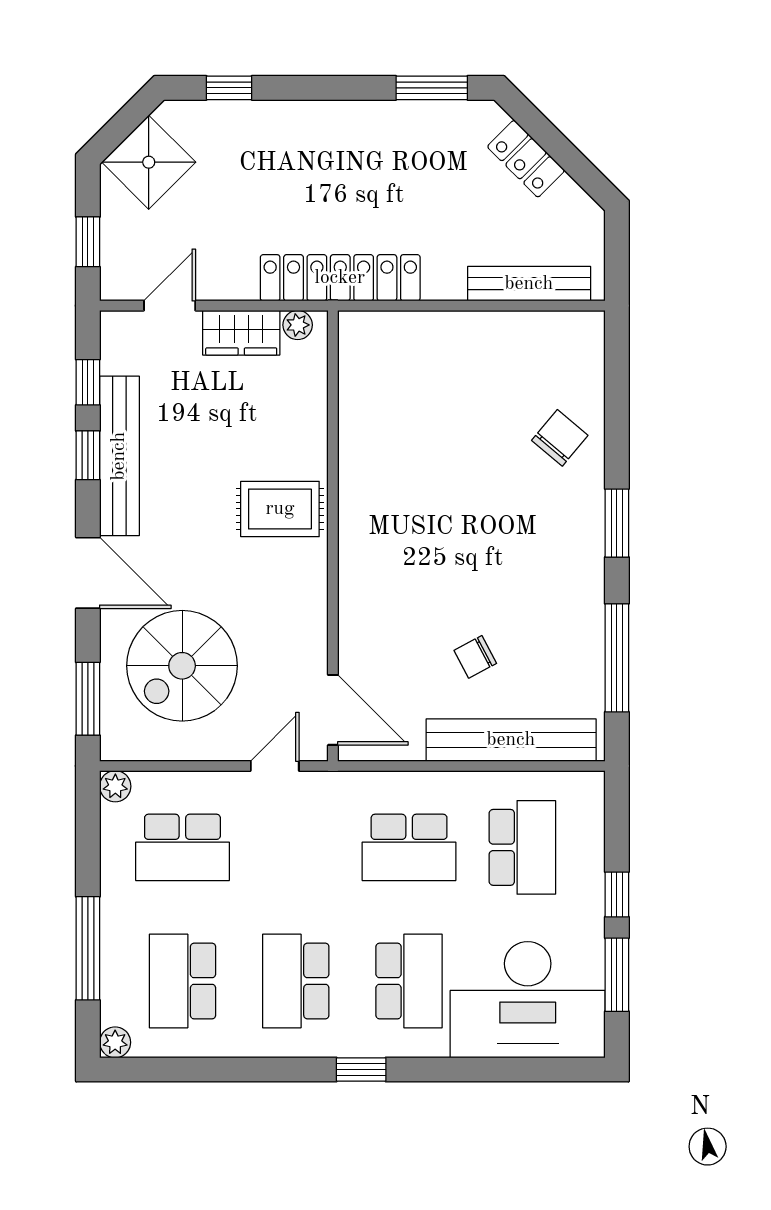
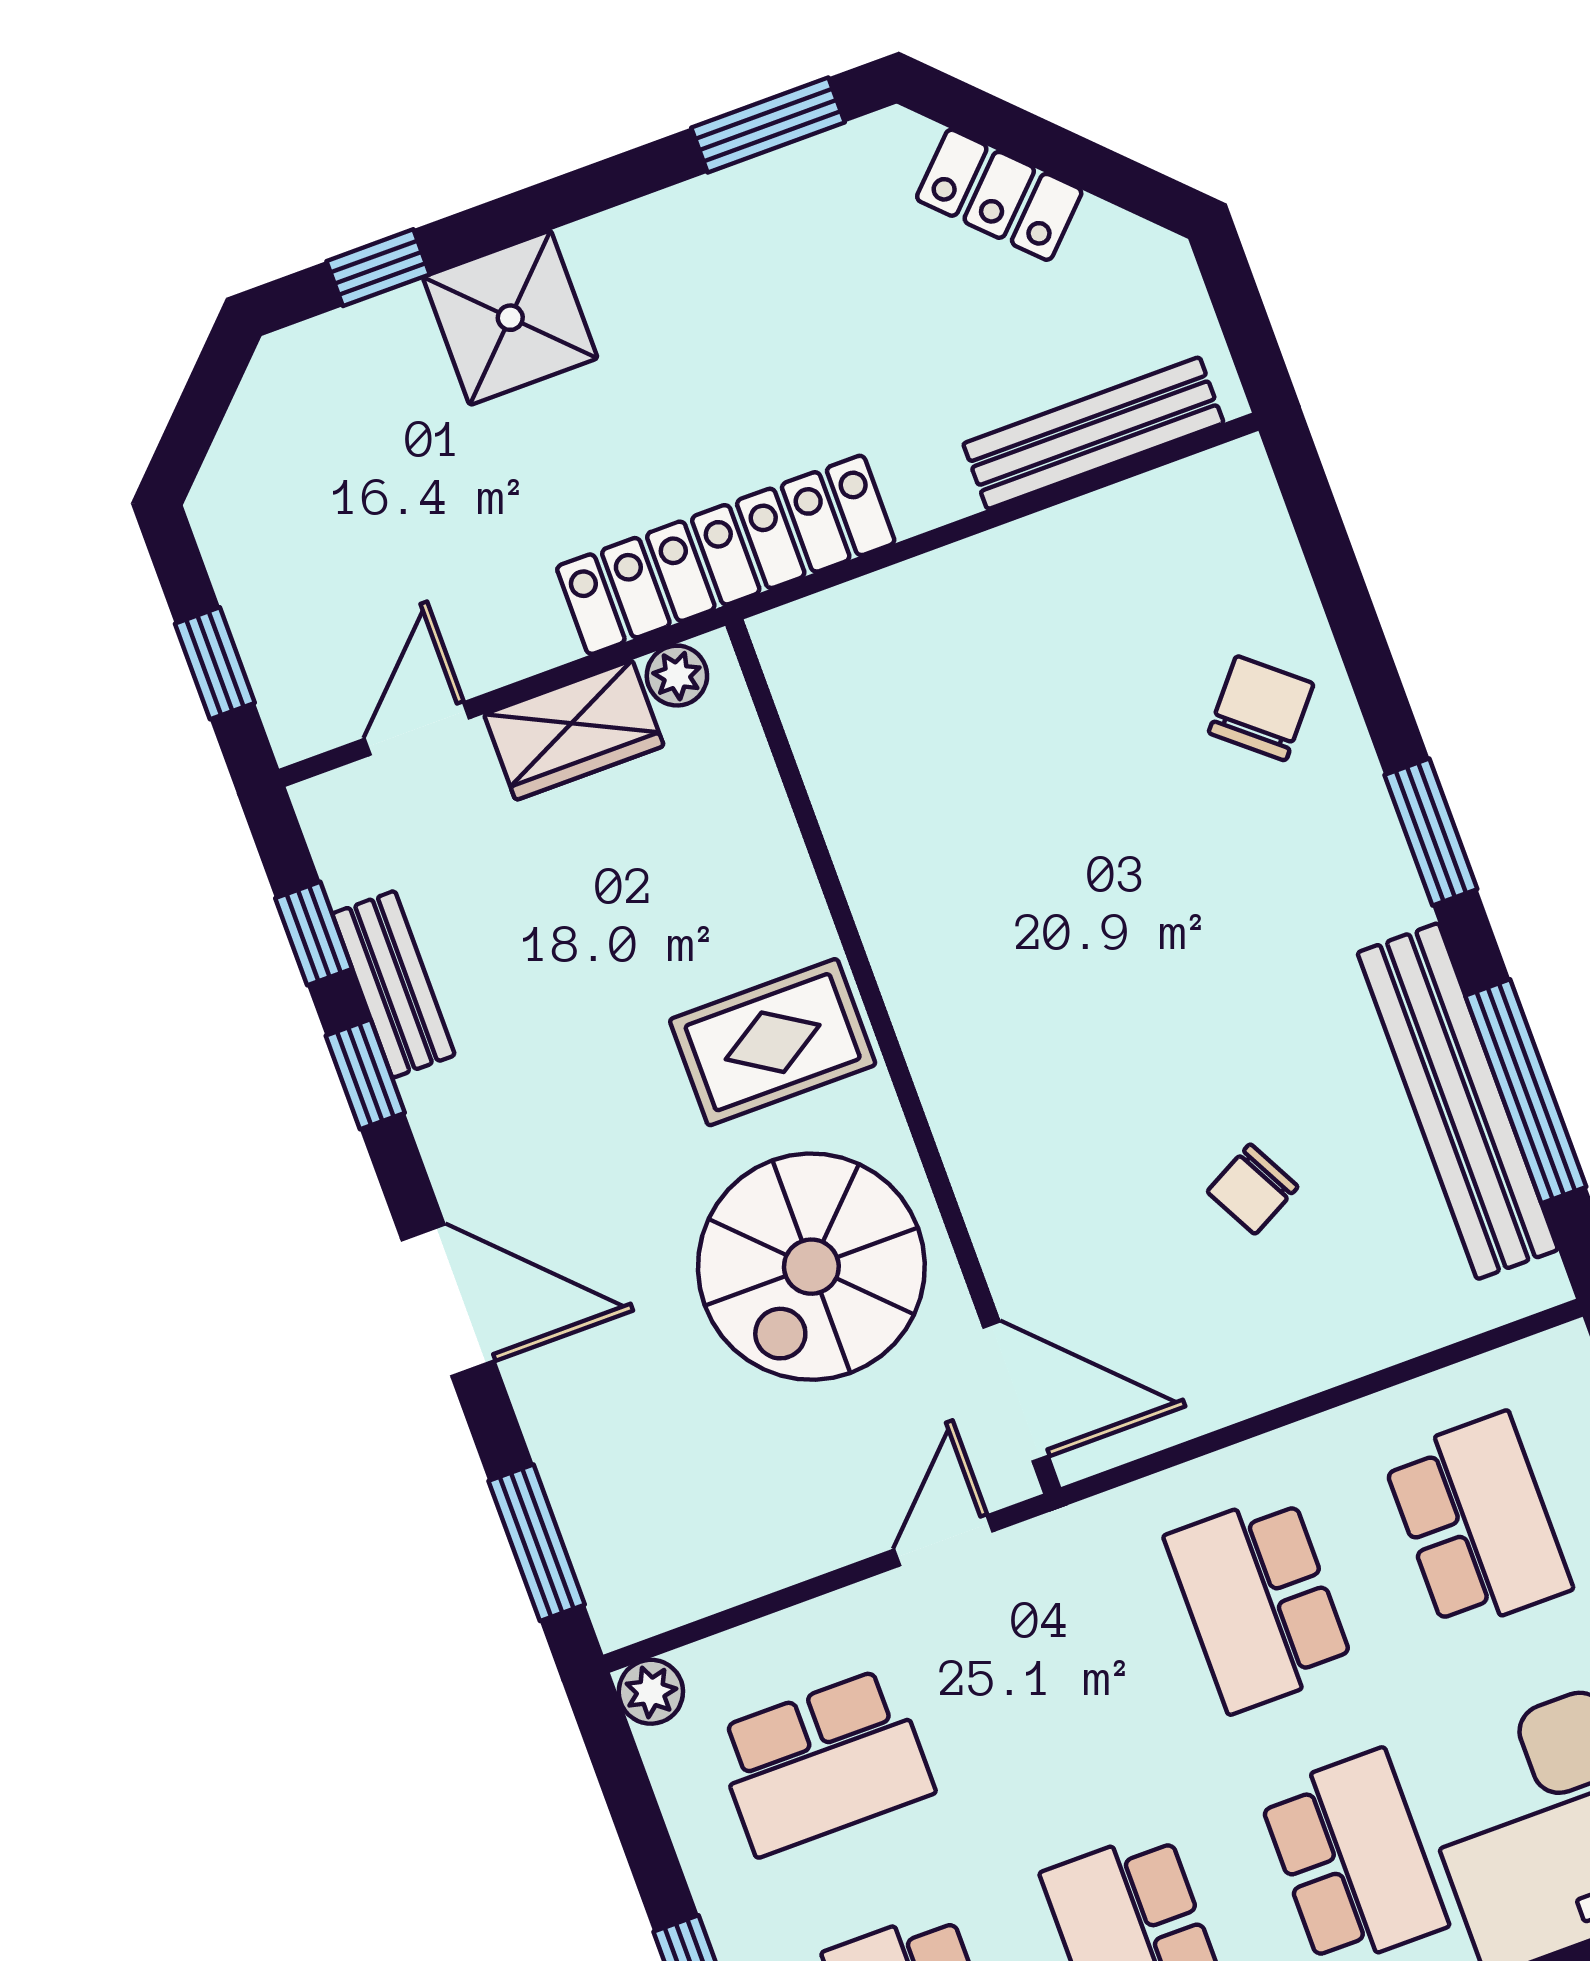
shower: (149, 162) -> (510, 318), moved, turned 45
bench: (119, 456) -> (394, 984), width x0.54, depth x0.82
spiral stairs: (182, 666) -> (811, 1267), moved
bench: (511, 740) -> (1458, 1101), moved, turned 90
school desk: (409, 847) -> (1259, 1602), turned 90

